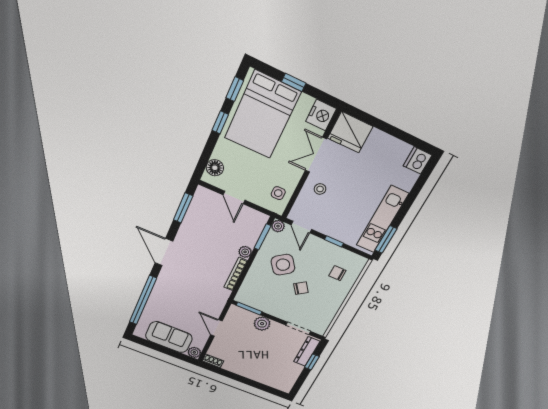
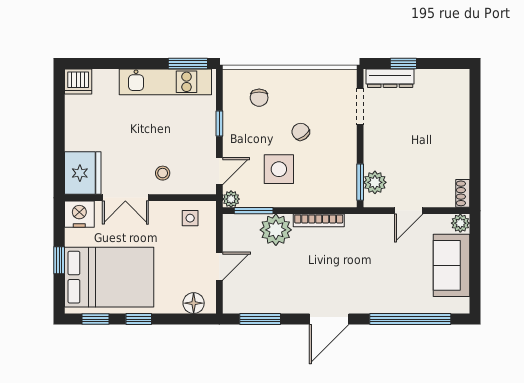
plant: (245, 252) -> (276, 230), width x1.88, depth x1.88
side table: (283, 265) -> (279, 169), turned 37
plant: (262, 324) -> (375, 182), moved

